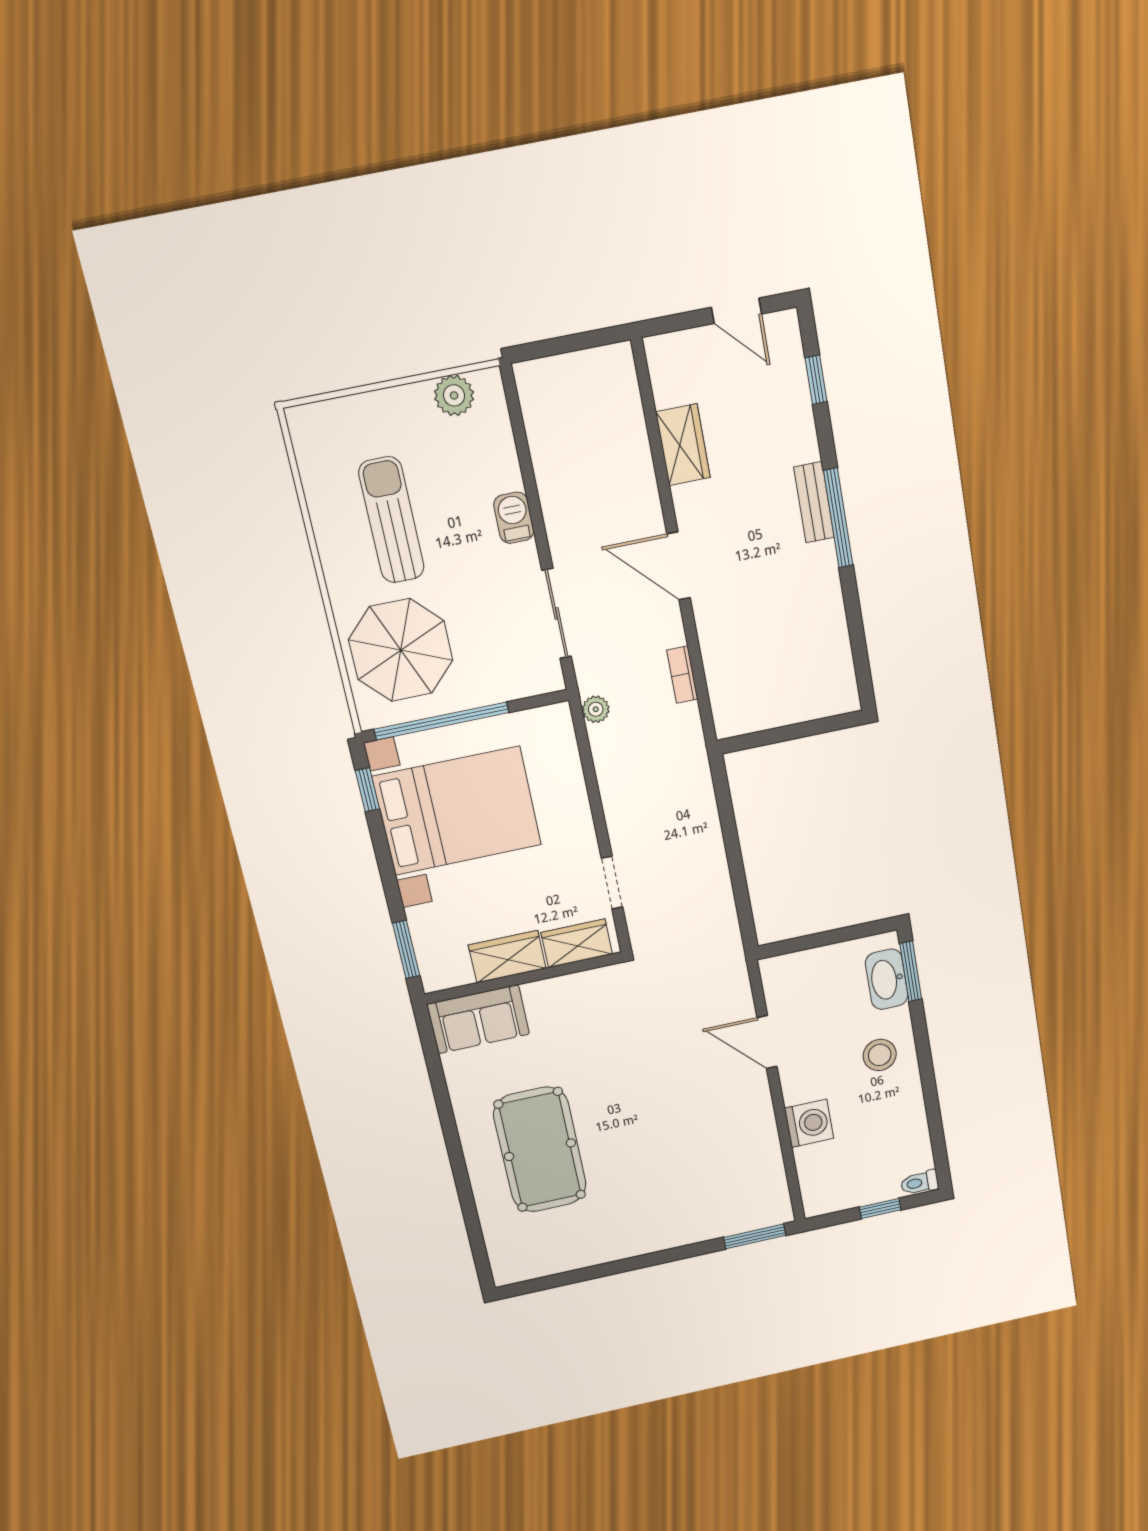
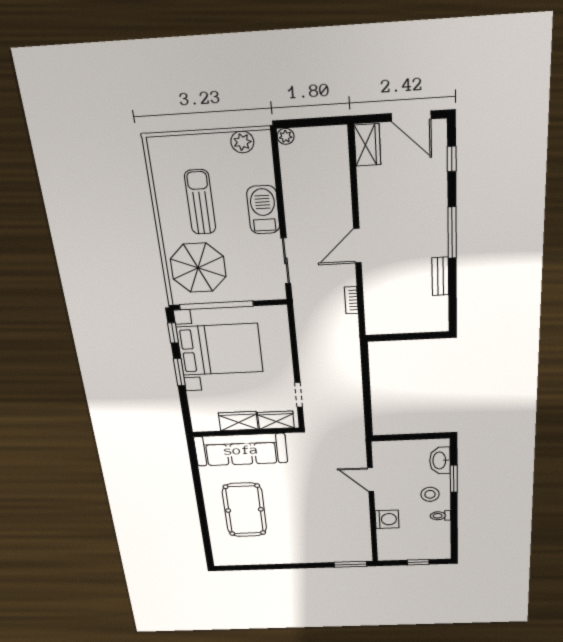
door: (737, 311) -> (411, 116), width x1.38
wardrobe: (683, 445) -> (367, 145), moved
bench: (814, 502) -> (440, 276), moved
barbecue: (514, 518) -> (263, 210), width x1.88, depth x1.53
door: (679, 566) -> (357, 246), hinge flipped
plant: (596, 709) -> (286, 136), moved
window: (406, 949) -> (179, 372), moved
window: (911, 971) -> (454, 479), moved
sofa: (478, 1019) -> (241, 450), width x1.85, depth x1.27
toilet: (919, 1183) -> (440, 516), moved

